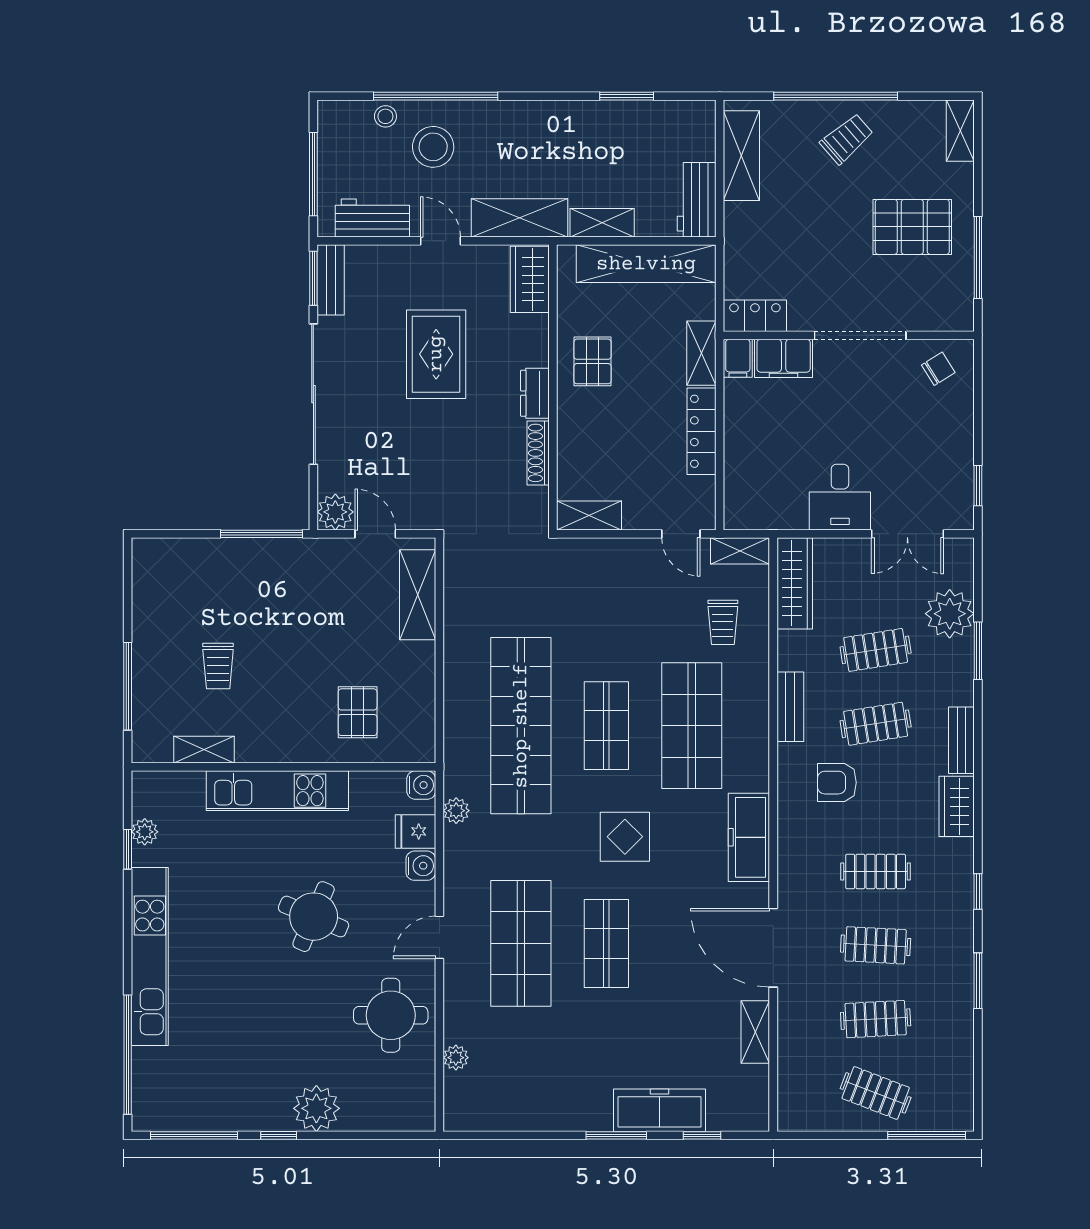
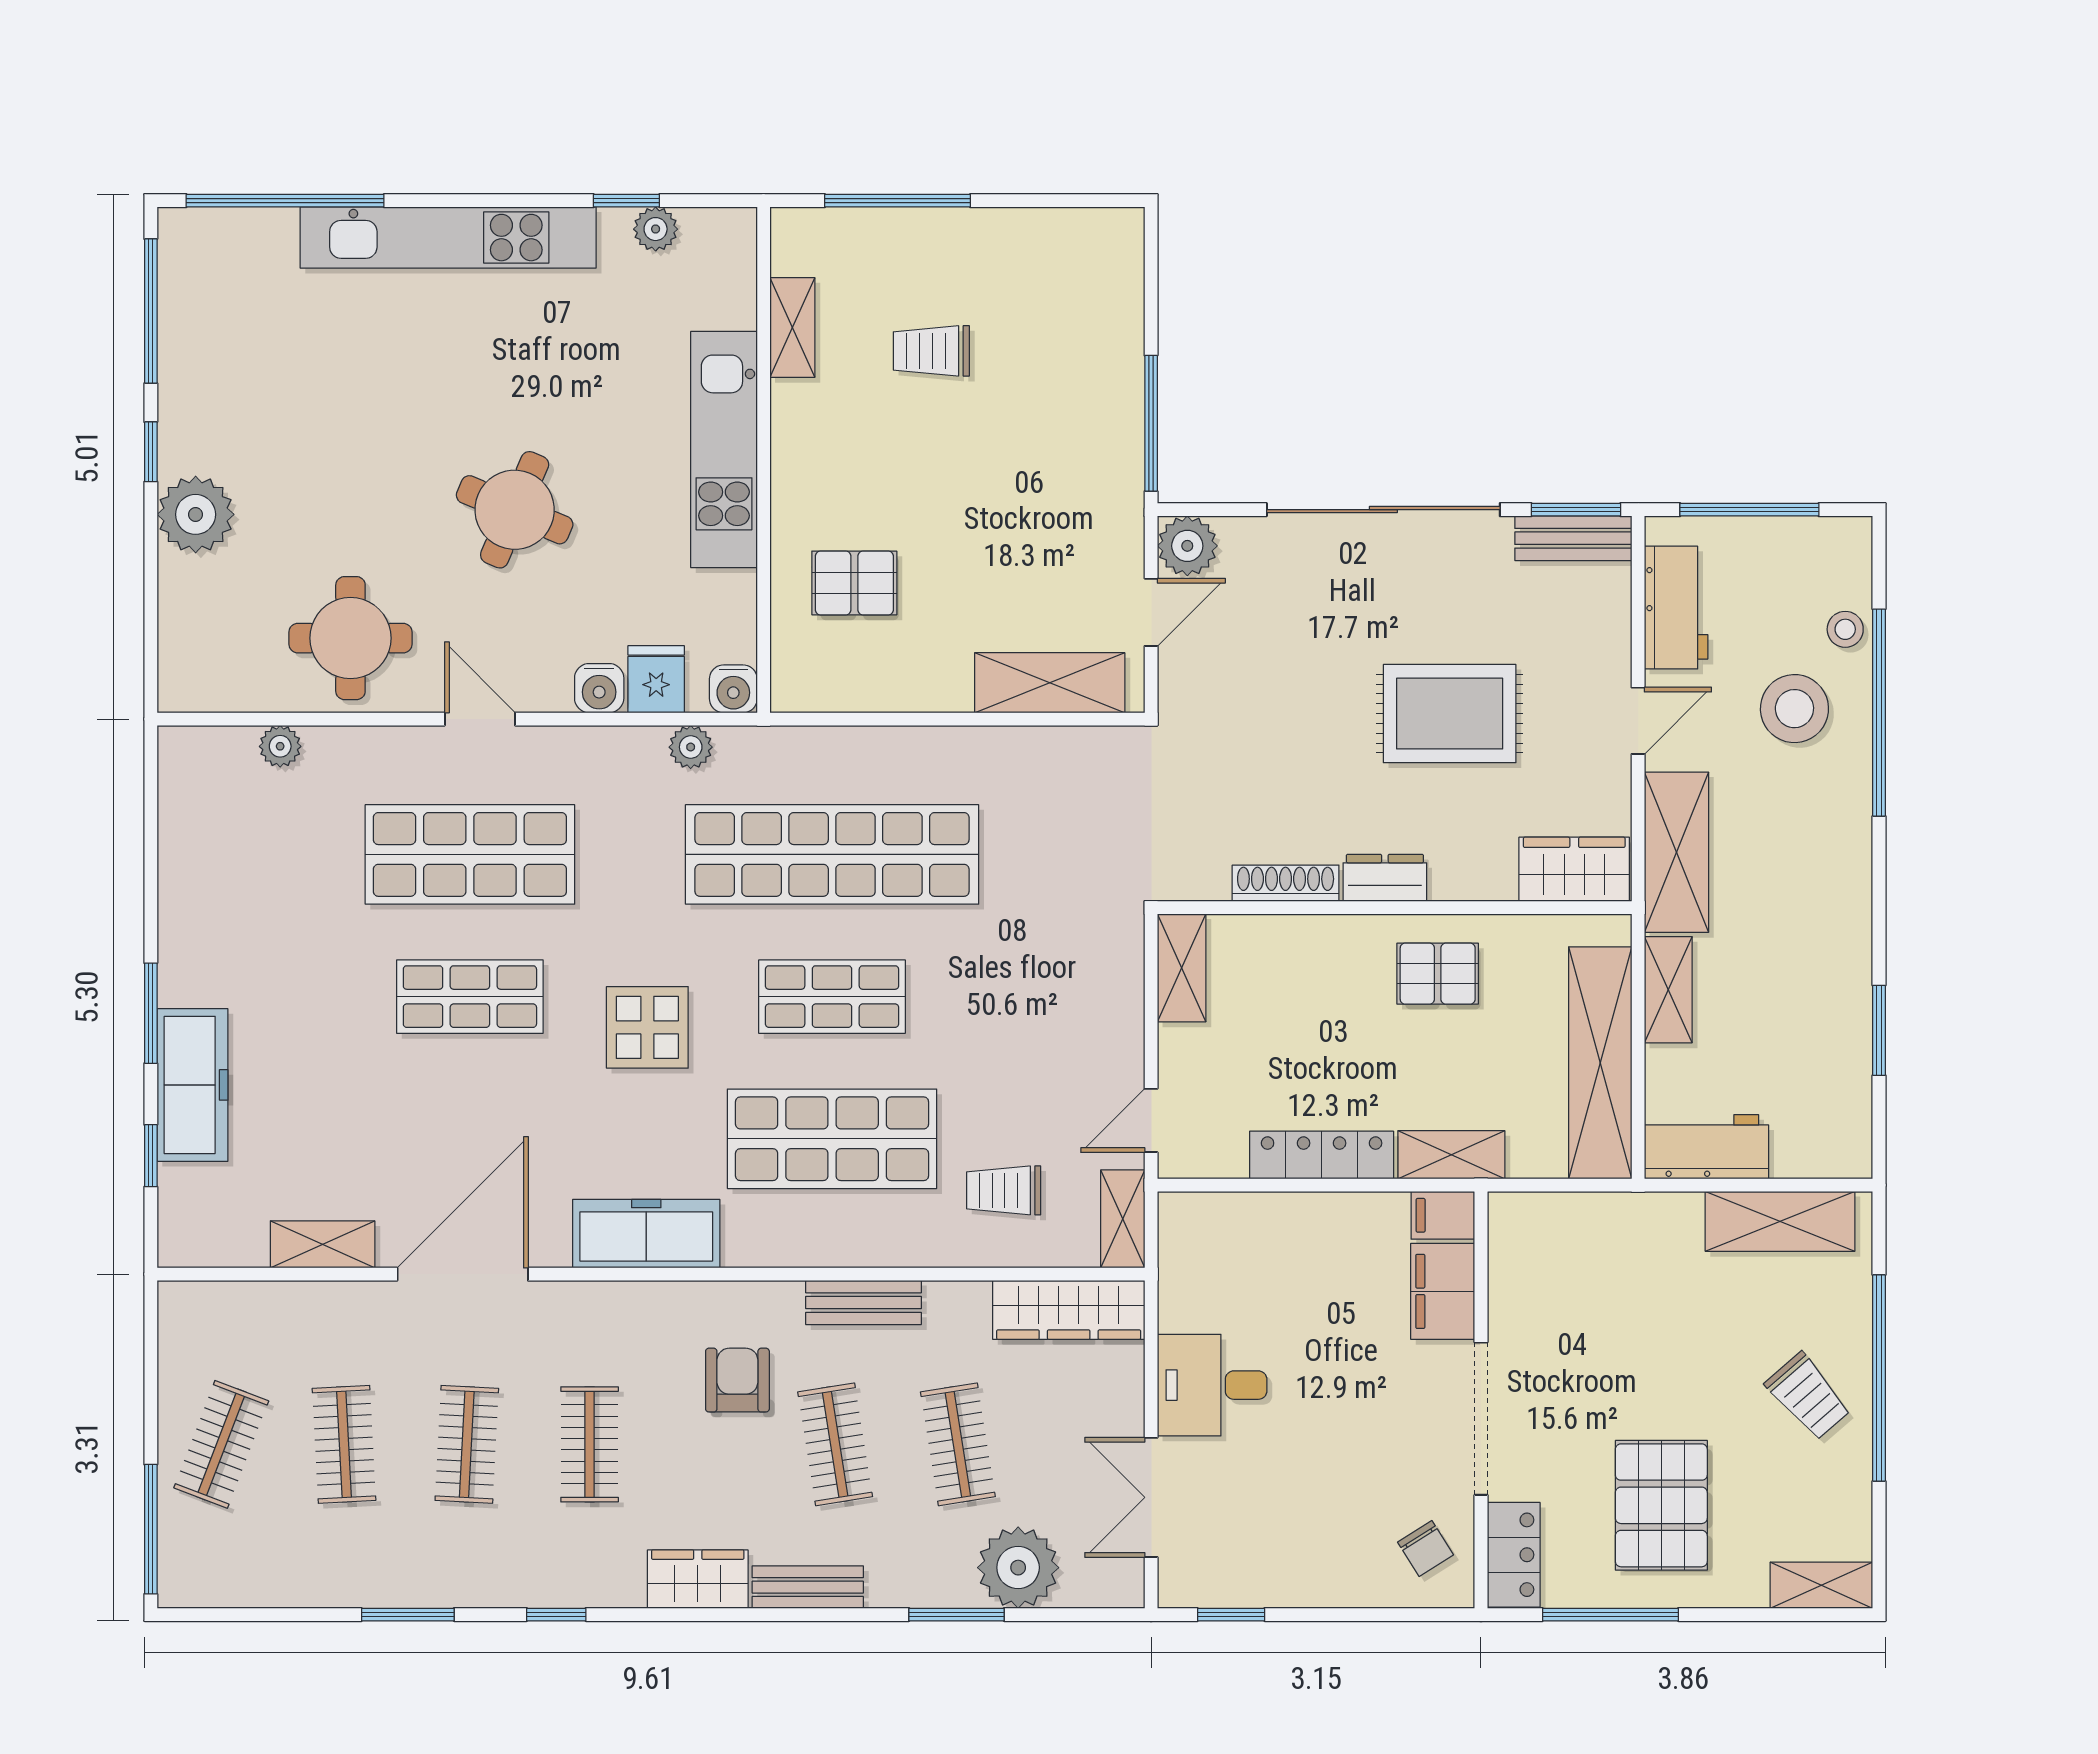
locker: (755, 316) -> (1514, 1555), moved

